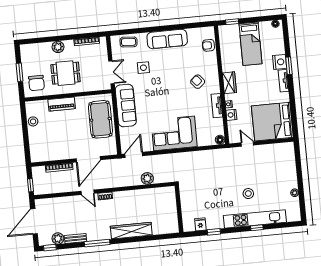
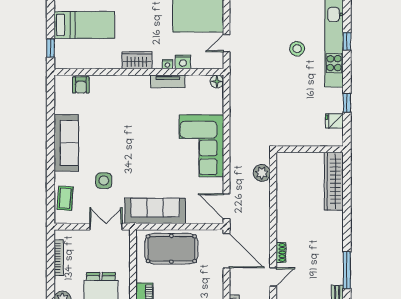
armchair: (198, 82) -> (131, 105), removed
door: (88, 159) -> (226, 251), moved
plant: (147, 178) -> (262, 173), moved
wardrobe: (131, 231) -> (334, 181), moved

